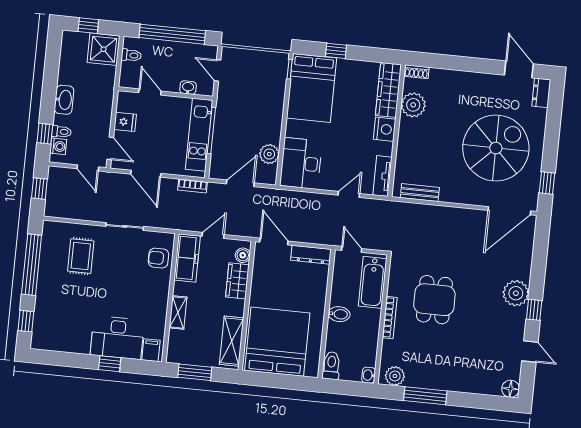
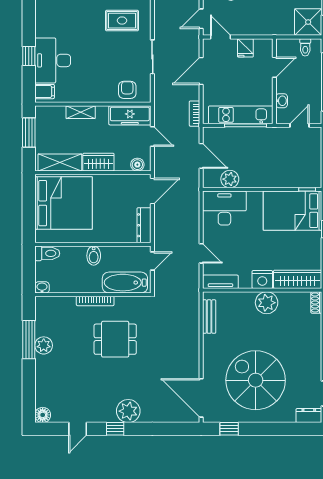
plant: (413, 105) -> (267, 303), moved
door: (110, 148) -> (220, 37), swing flipped
spiral stairs: (496, 148) -> (256, 380), turned 180
wardrobe: (237, 281) -> (98, 162), moved
plant: (395, 376) -> (44, 345), moved

